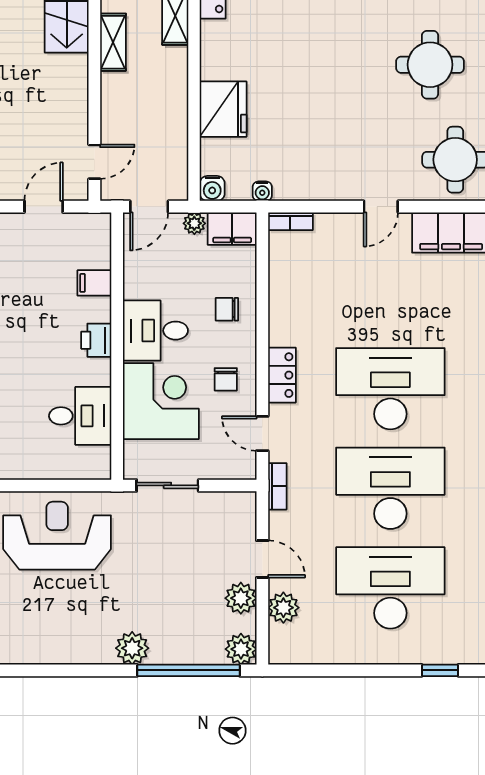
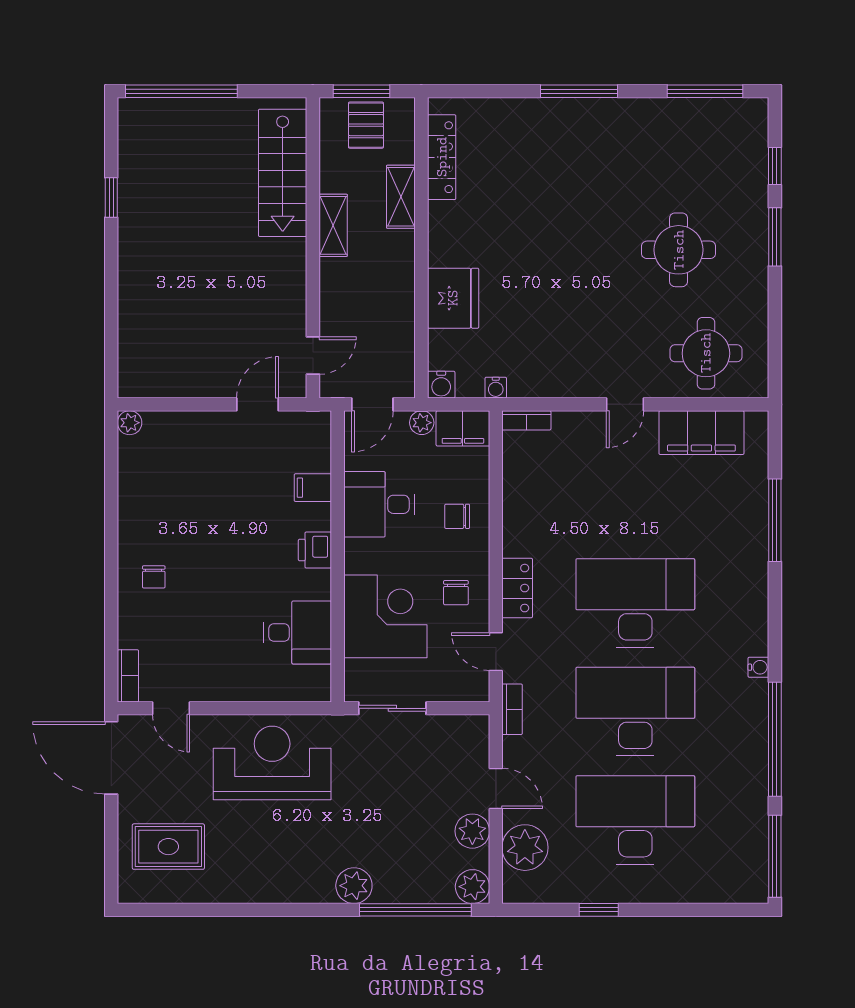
desk: (155, 331) -> (379, 504), moved
plant: (283, 608) -> (525, 848), width x1.36, depth x1.36
window: (440, 670) -> (599, 910), moved

